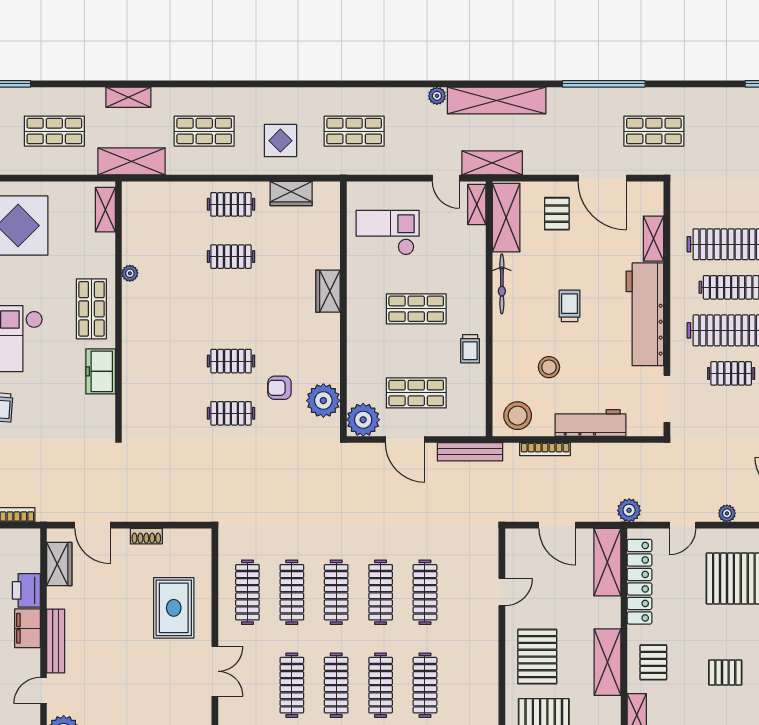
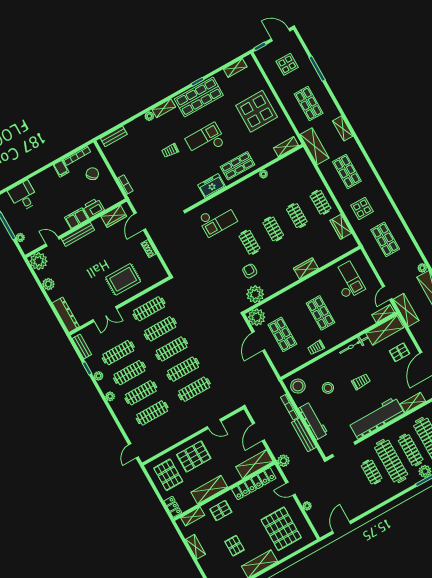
checkout: (162, 393) -> (218, 219), added
clothes rail: (231, 413) -> (273, 229), moved
bench: (470, 452) -> (304, 435), moved

